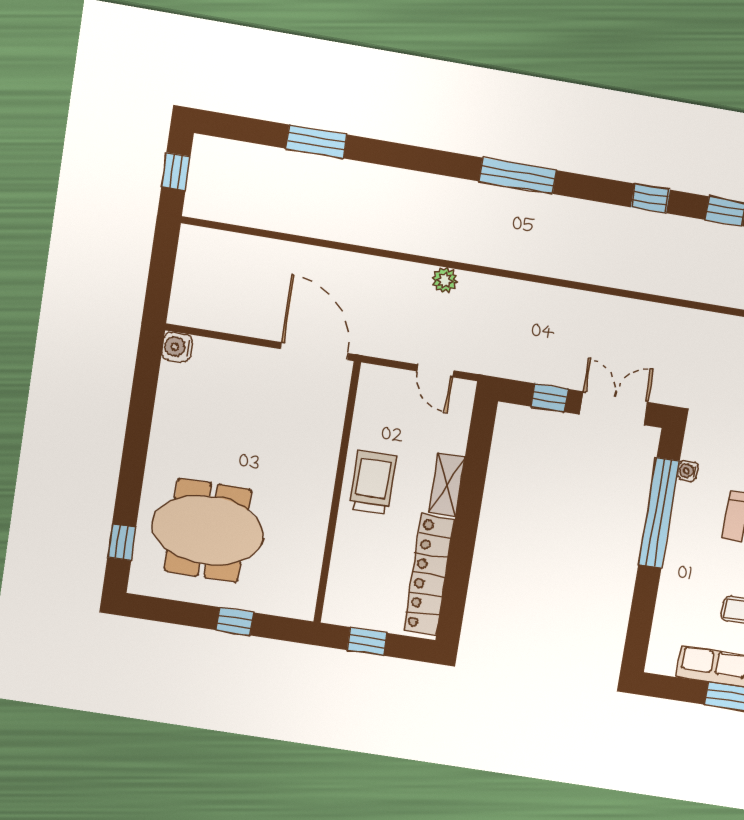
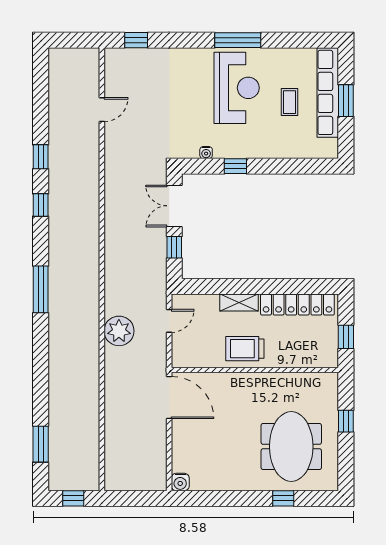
window: (316, 142) -> (41, 444), moved
plant: (445, 280) -> (119, 331), width x1.88, depth x1.88
door: (315, 351) -> (169, 397), swing flipped
window: (659, 513) -> (235, 166), width x0.32
window: (122, 542) -> (283, 498), moved

